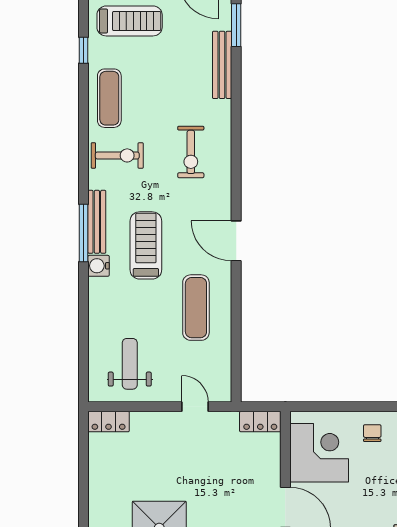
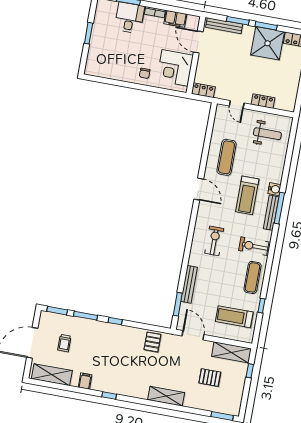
weight bench: (130, 364) -> (267, 134), turned -90
locker: (109, 422) -> (263, 101), moved

